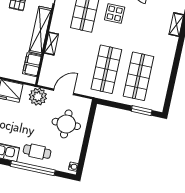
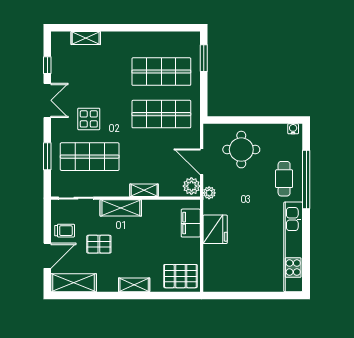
shelving: (40, 30) -> (121, 208), width x0.68
filing cabinet: (32, 65) -> (191, 223), moved, turned 90
plant: (47, 80) -> (191, 186), added
plant: (38, 97) -> (209, 193), width x0.53, depth x0.53

